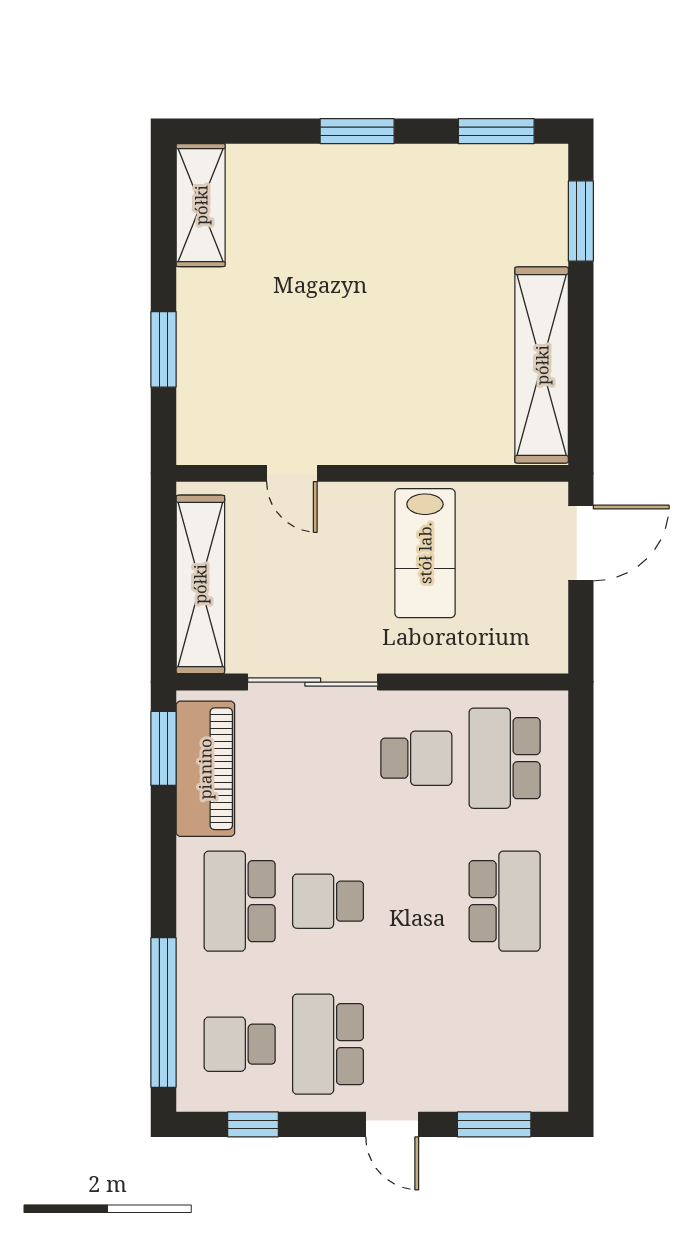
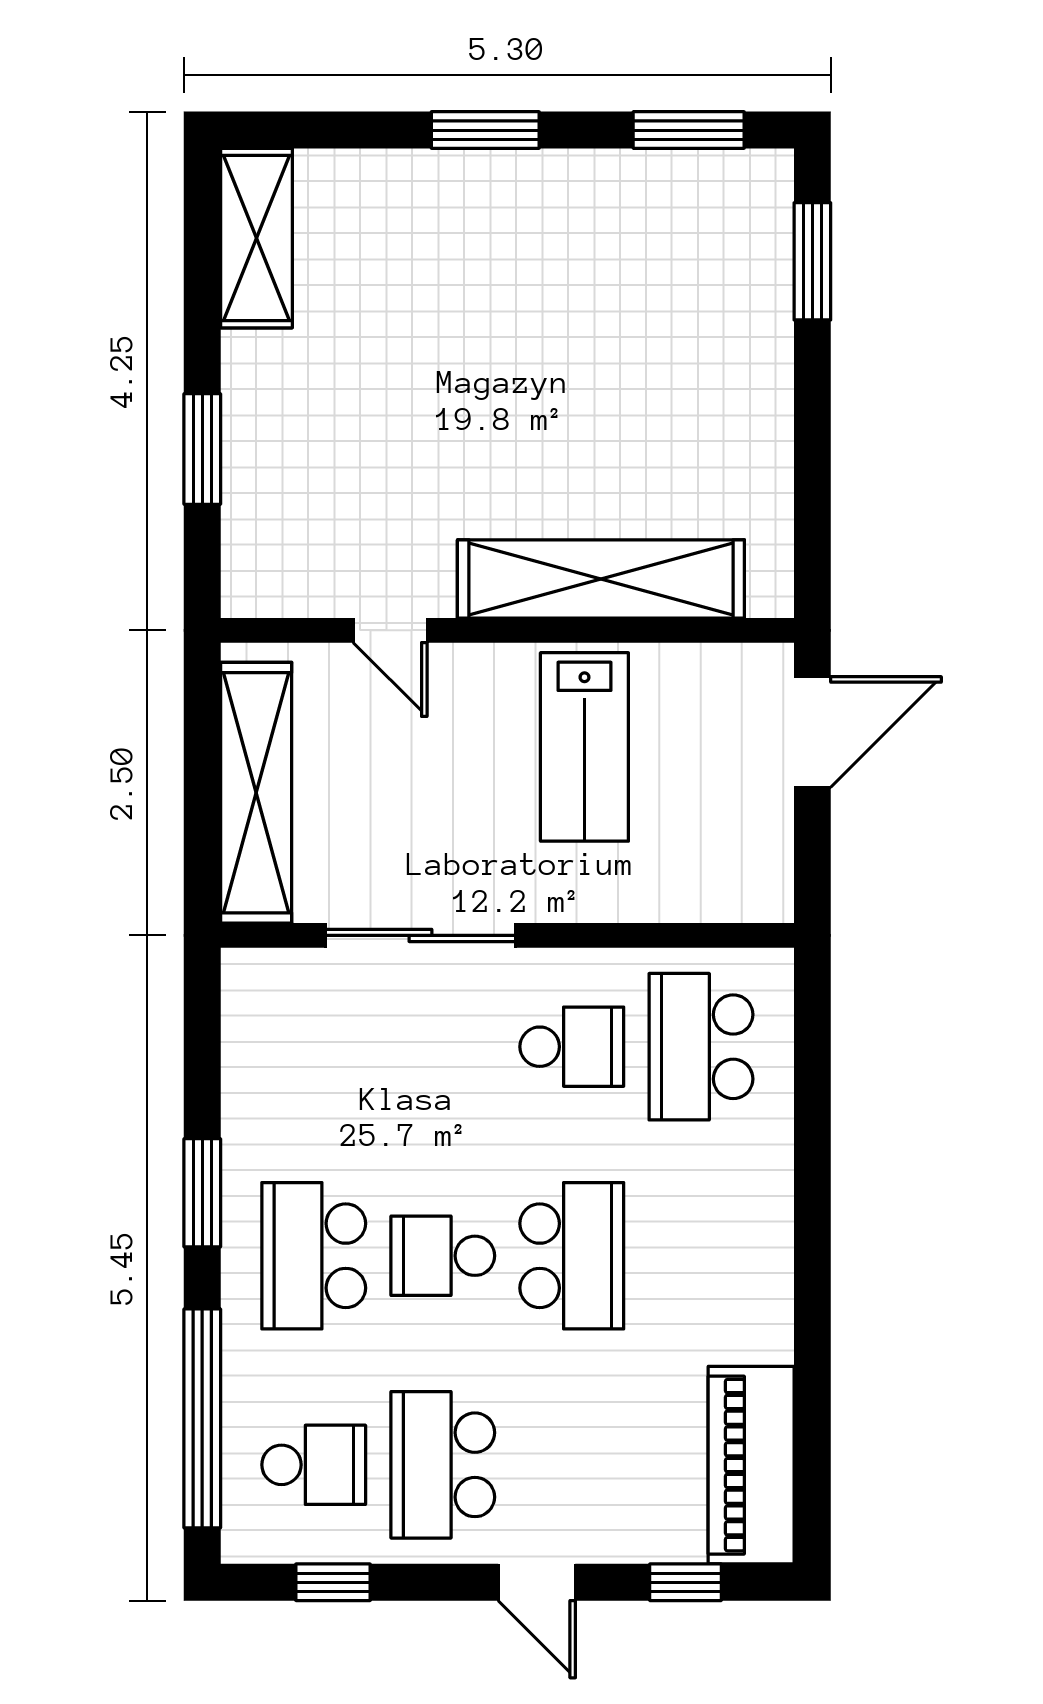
shelving: (542, 365) -> (601, 579), moved, turned 90
window: (164, 748) -> (202, 1193), moved
piano: (205, 769) -> (751, 1465), moved, turned 180
school desk: (505, 901) -> (572, 1256), moved
school desk: (240, 1044) -> (314, 1465), turned 180
window: (494, 1124) -> (685, 1582), width x0.67

